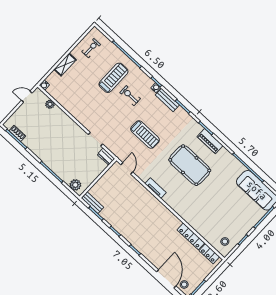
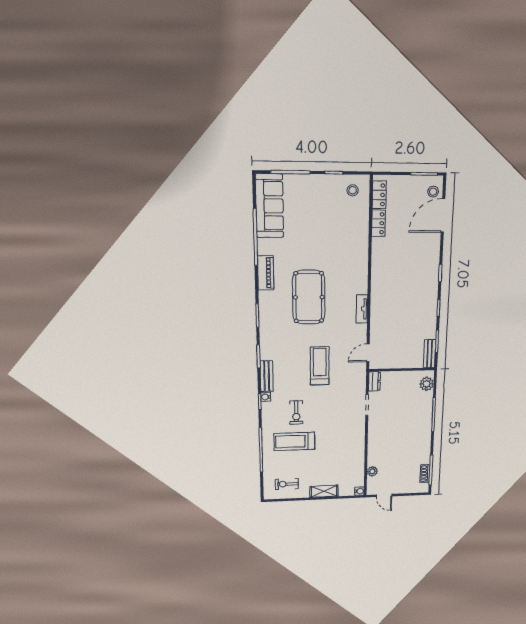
piano: (210, 141) -> (266, 273), moved
locker: (191, 236) -> (378, 223), width x0.66

